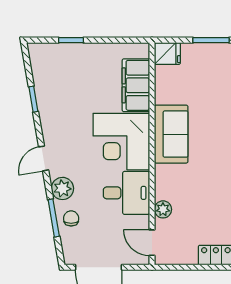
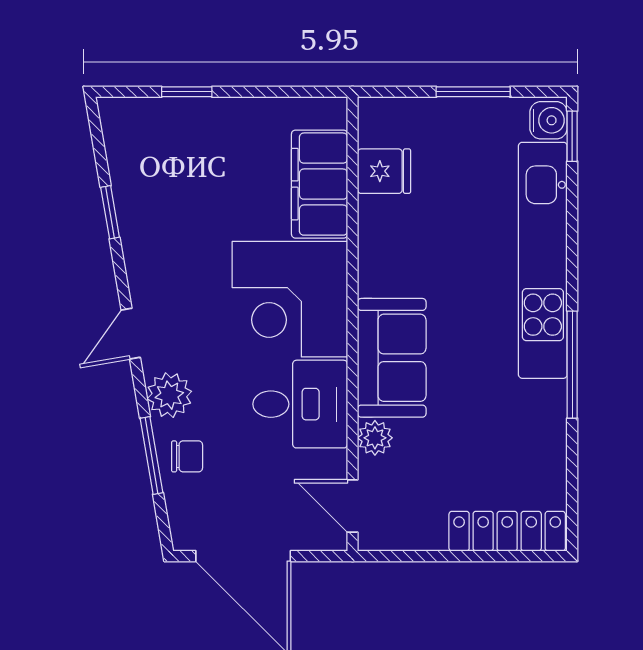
fridge: (167, 53) -> (384, 171), moved
sofa: (171, 134) -> (392, 358), moved
chair: (71, 218) -> (187, 456), turned 90

